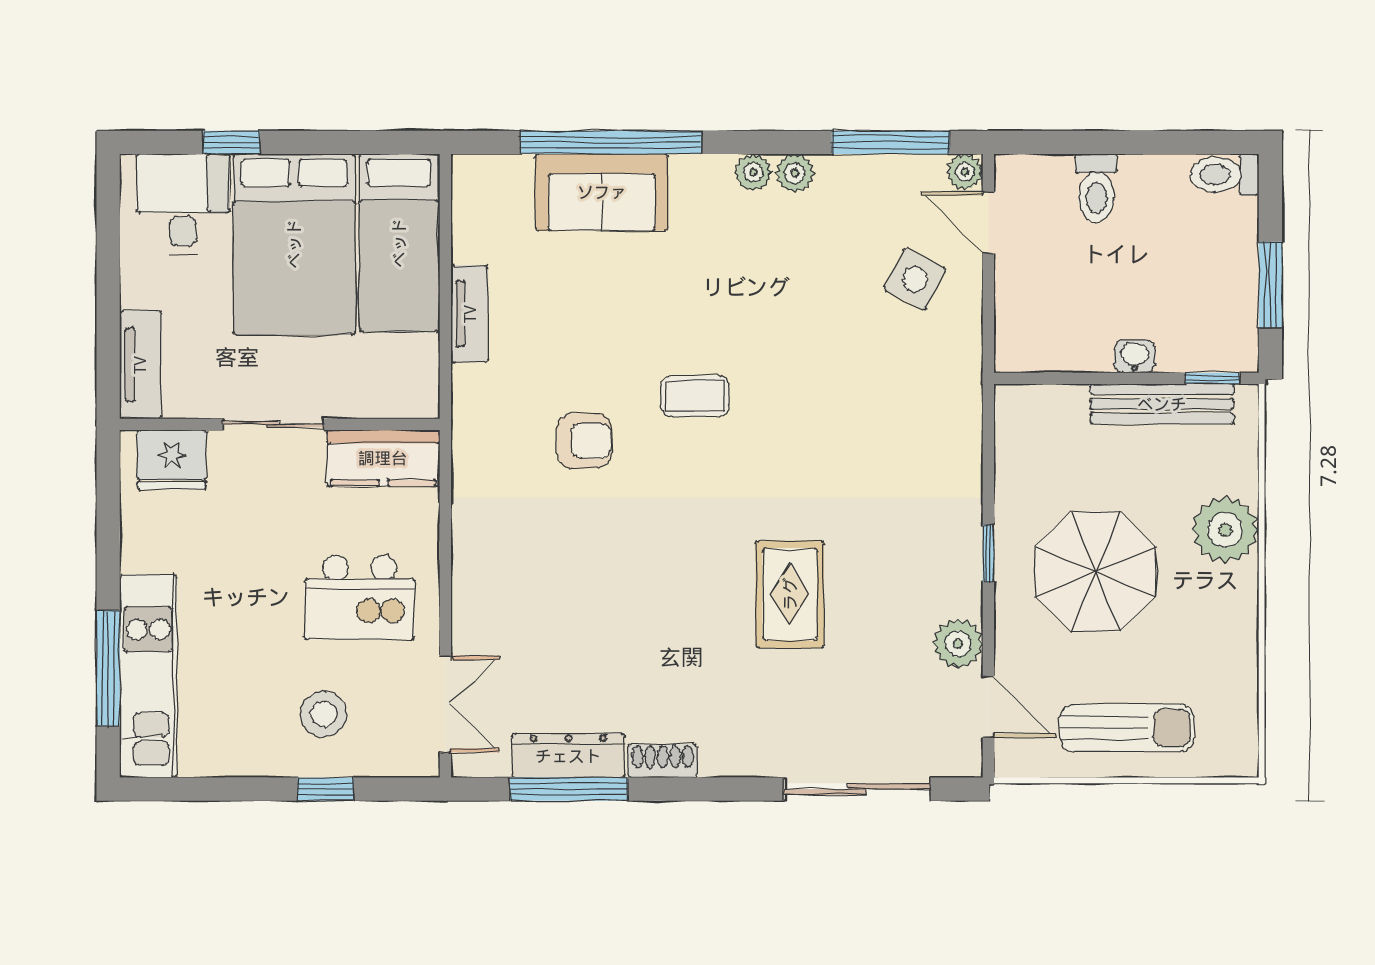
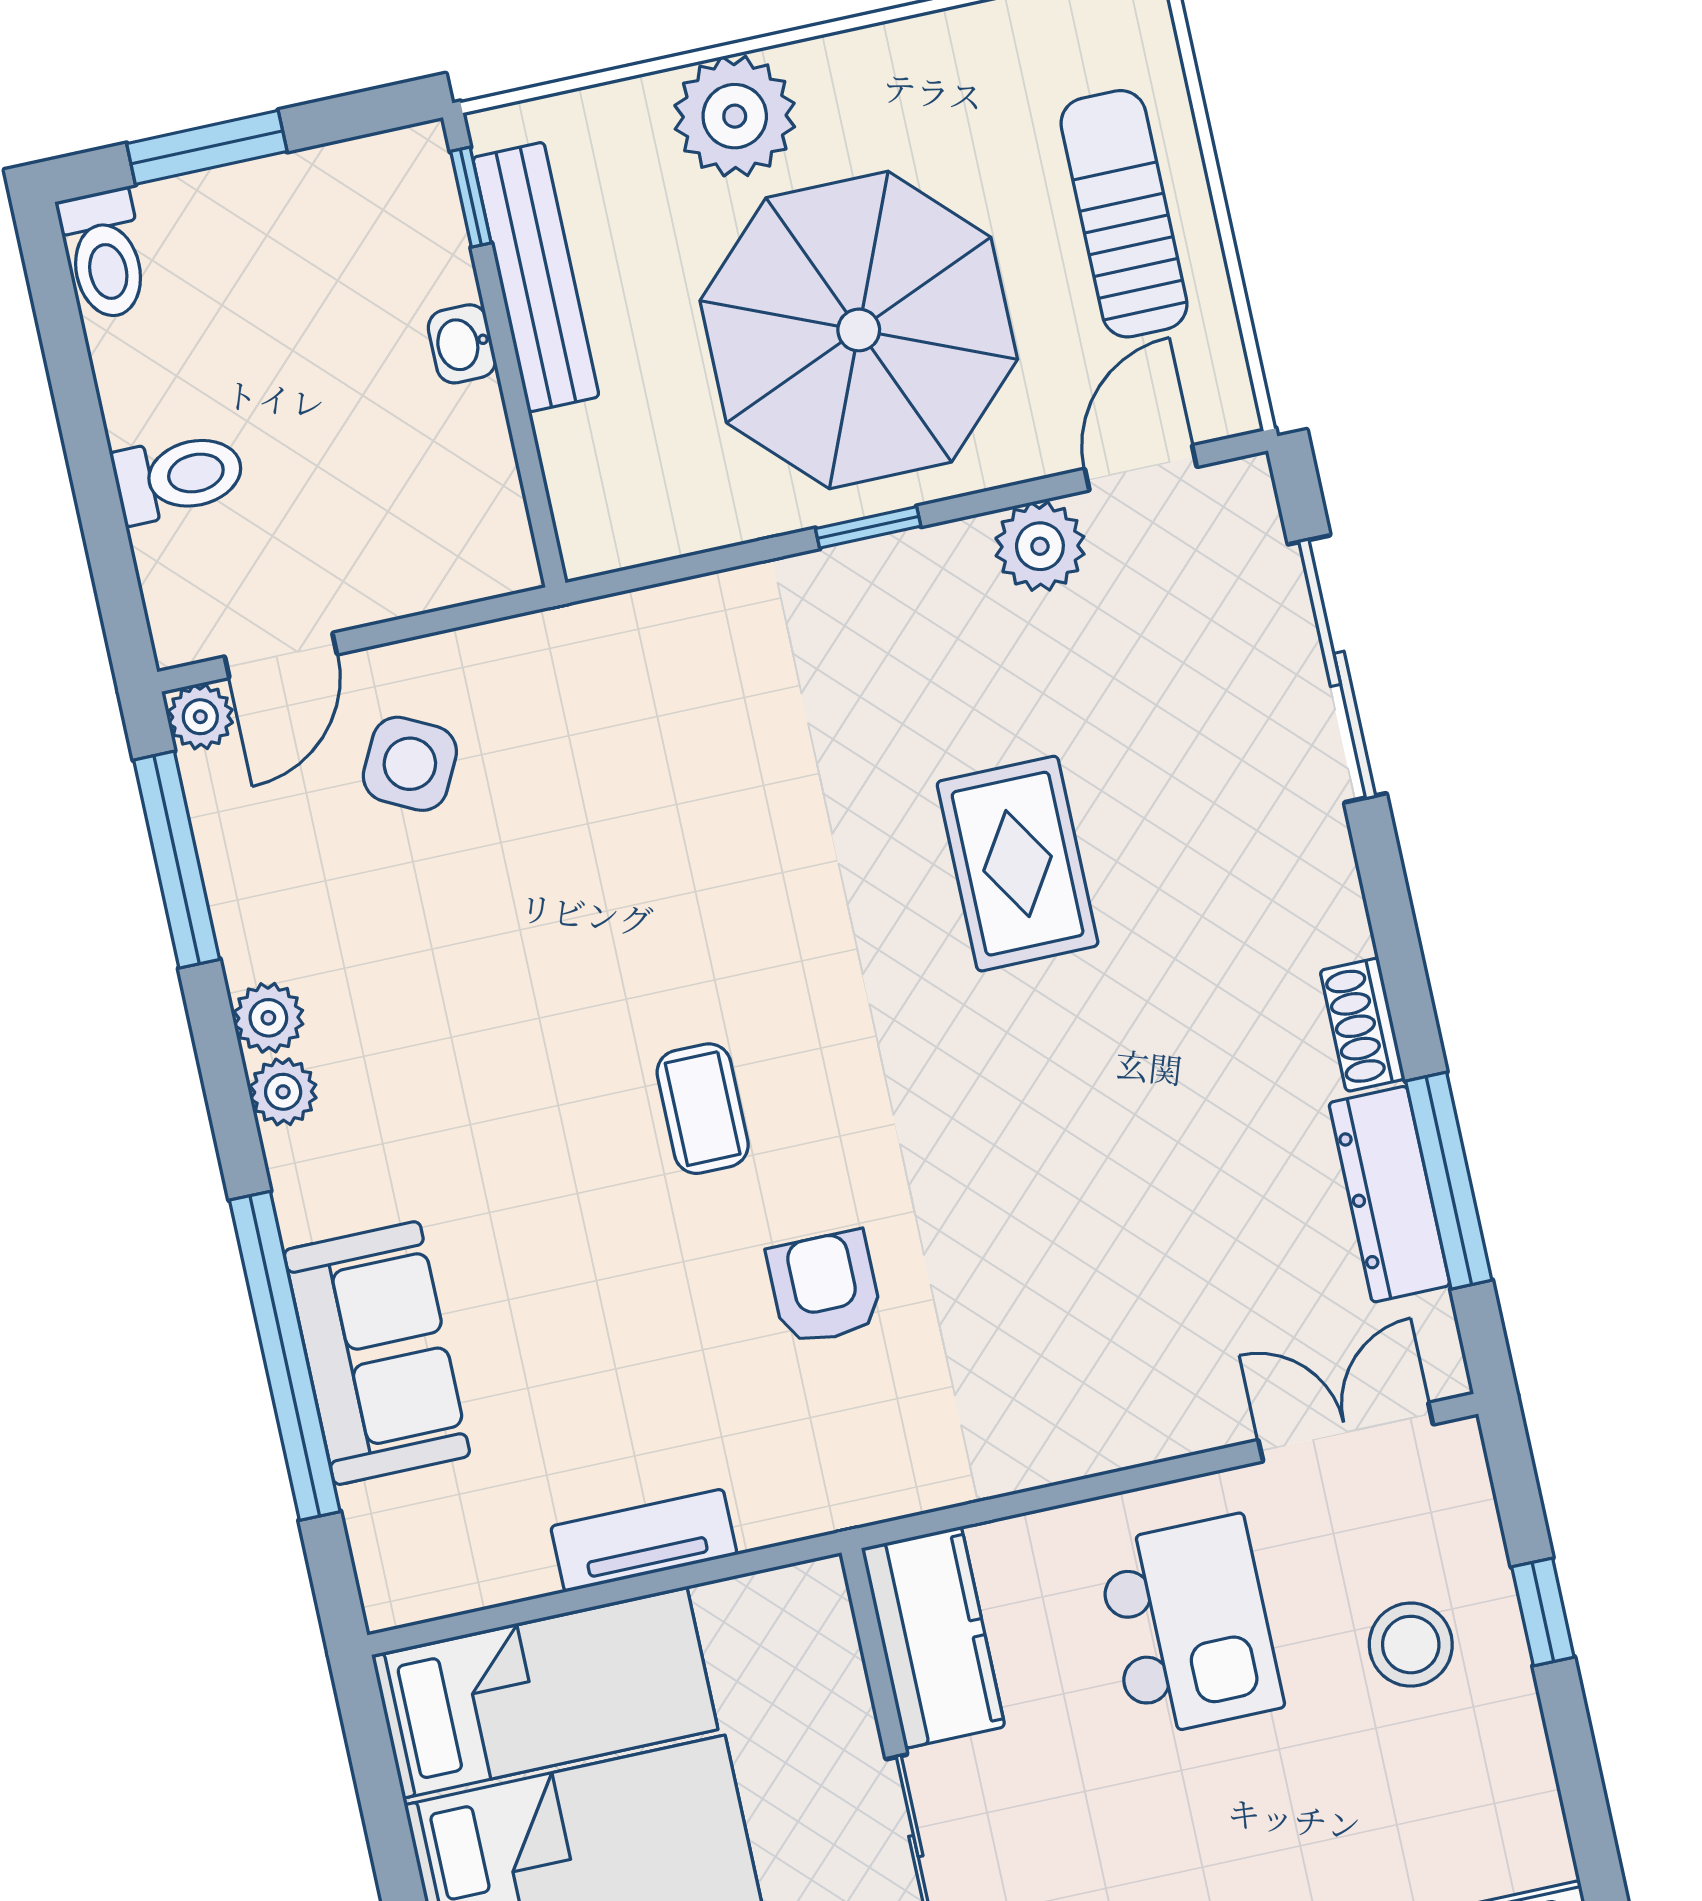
window: (1270, 285) -> (207, 147), moved
parasol: (1096, 571) -> (859, 330), width x1.36, depth x1.36
rug: (790, 594) -> (1018, 864), turned 90

